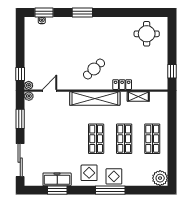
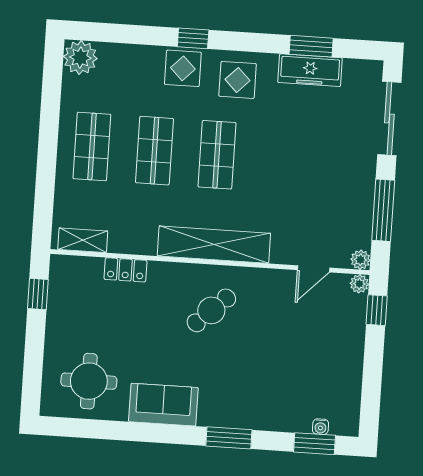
sofa: (113, 25) -> (163, 405), added
locker: (122, 85) -> (125, 270), moved
shelving: (138, 97) -> (83, 240), moved
window: (20, 119) -> (383, 210), width x1.44
window: (110, 190) -> (193, 38), width x0.46

